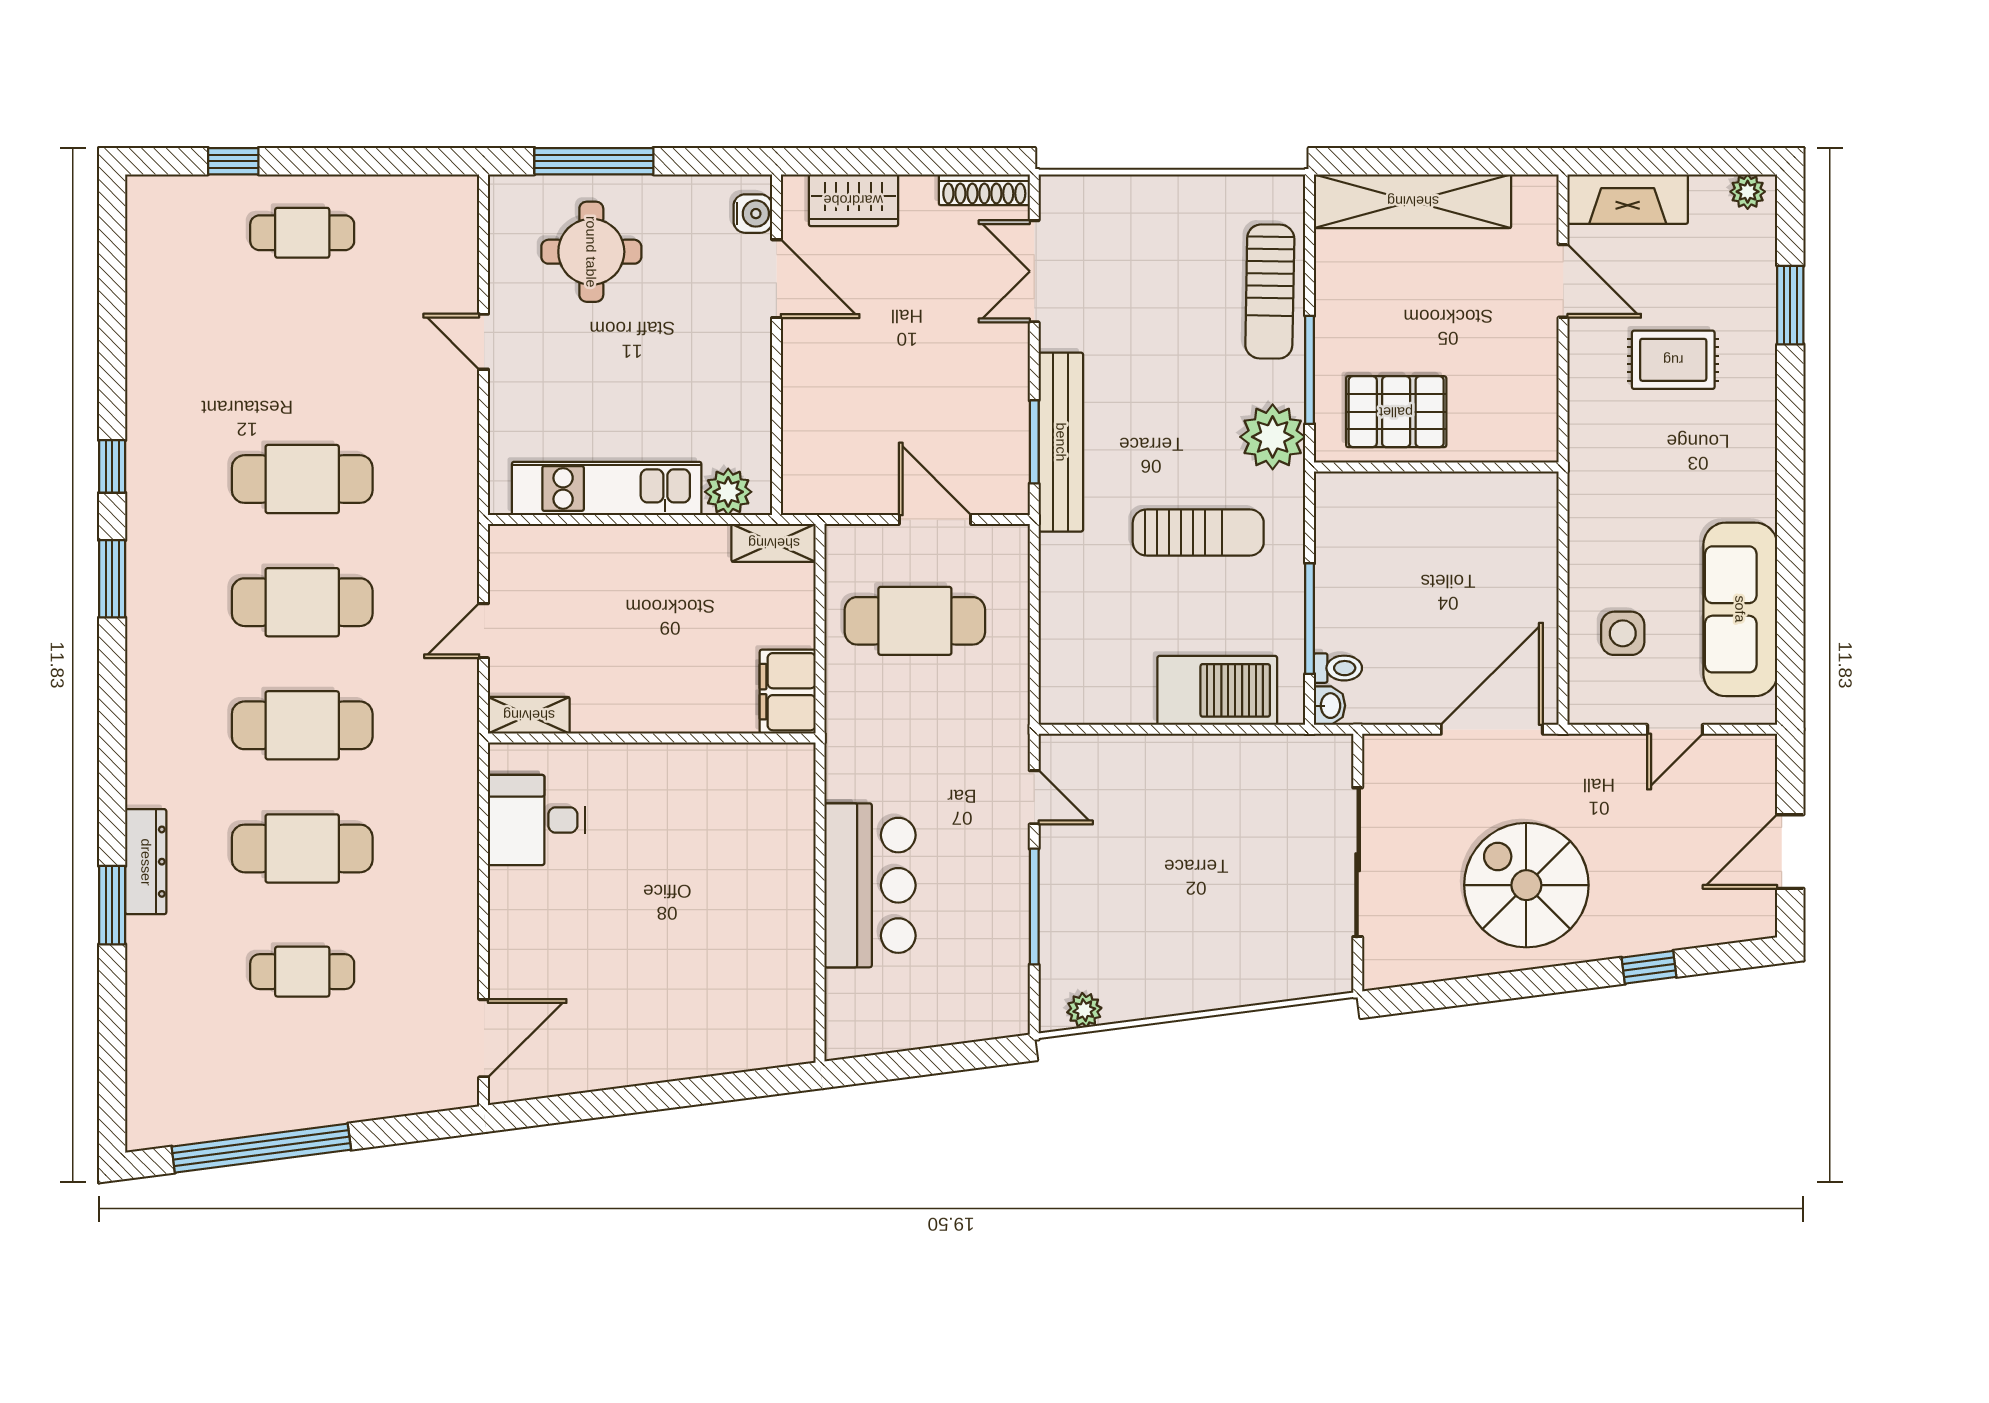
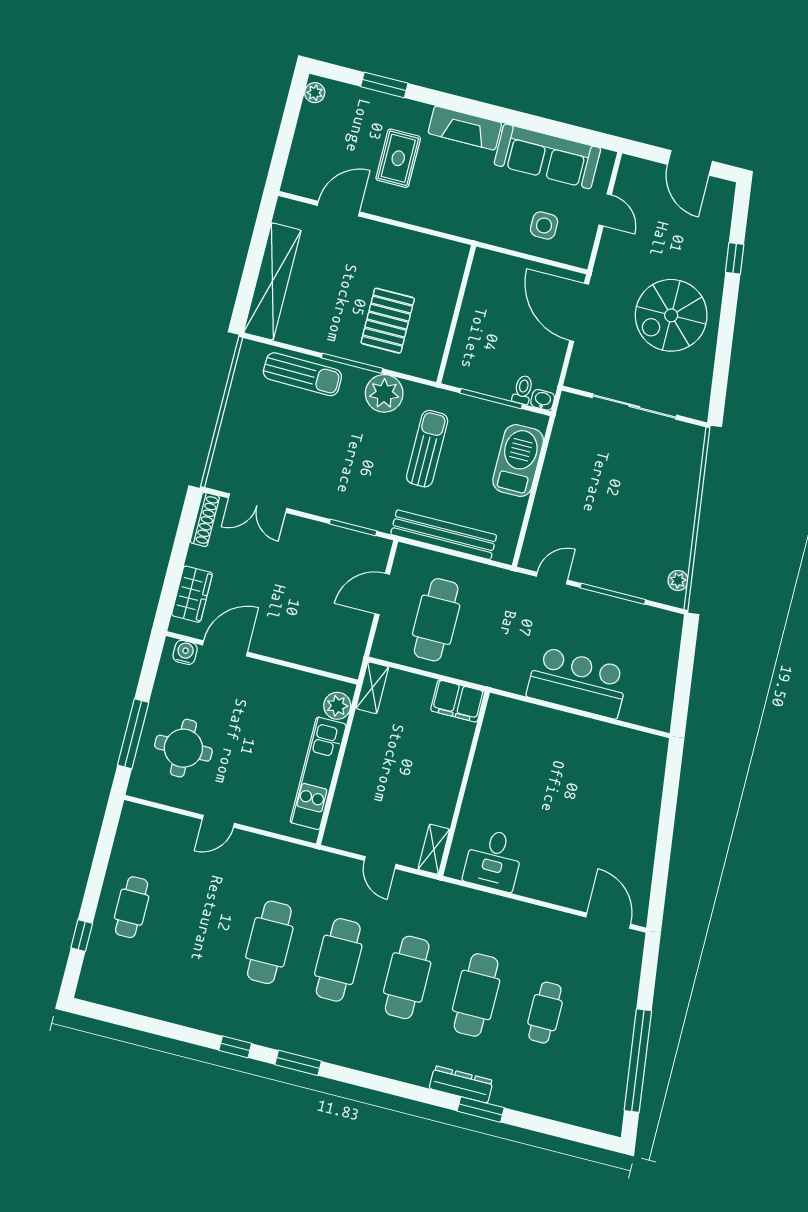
fireplace: (1628, 199) -> (465, 128), moved, turned 90
bench: (1061, 442) -> (444, 535), moved
wall: (1436, 467) -> (456, 314), moved

